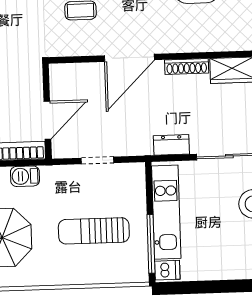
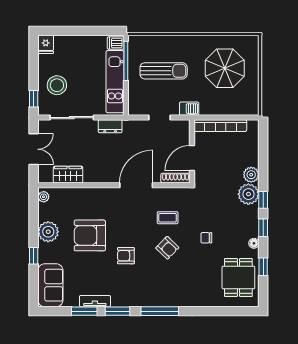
shoe rack: (187, 66) -> (175, 178), moved
door: (47, 120) -> (192, 158), moved
barbecue: (25, 176) -> (189, 109), moved

